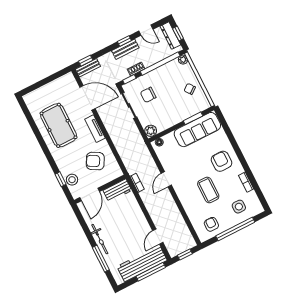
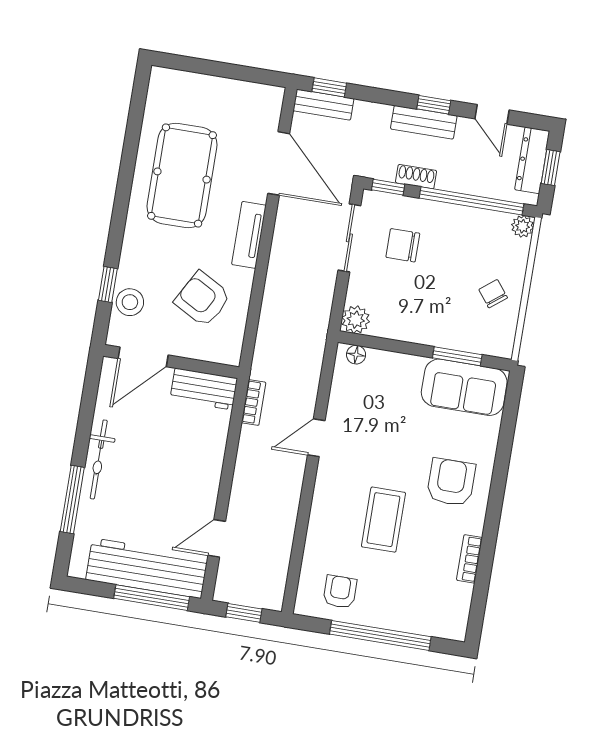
sofa: (197, 130) -> (464, 387), width x0.73
side table: (239, 207) -> (420, 597), removed

